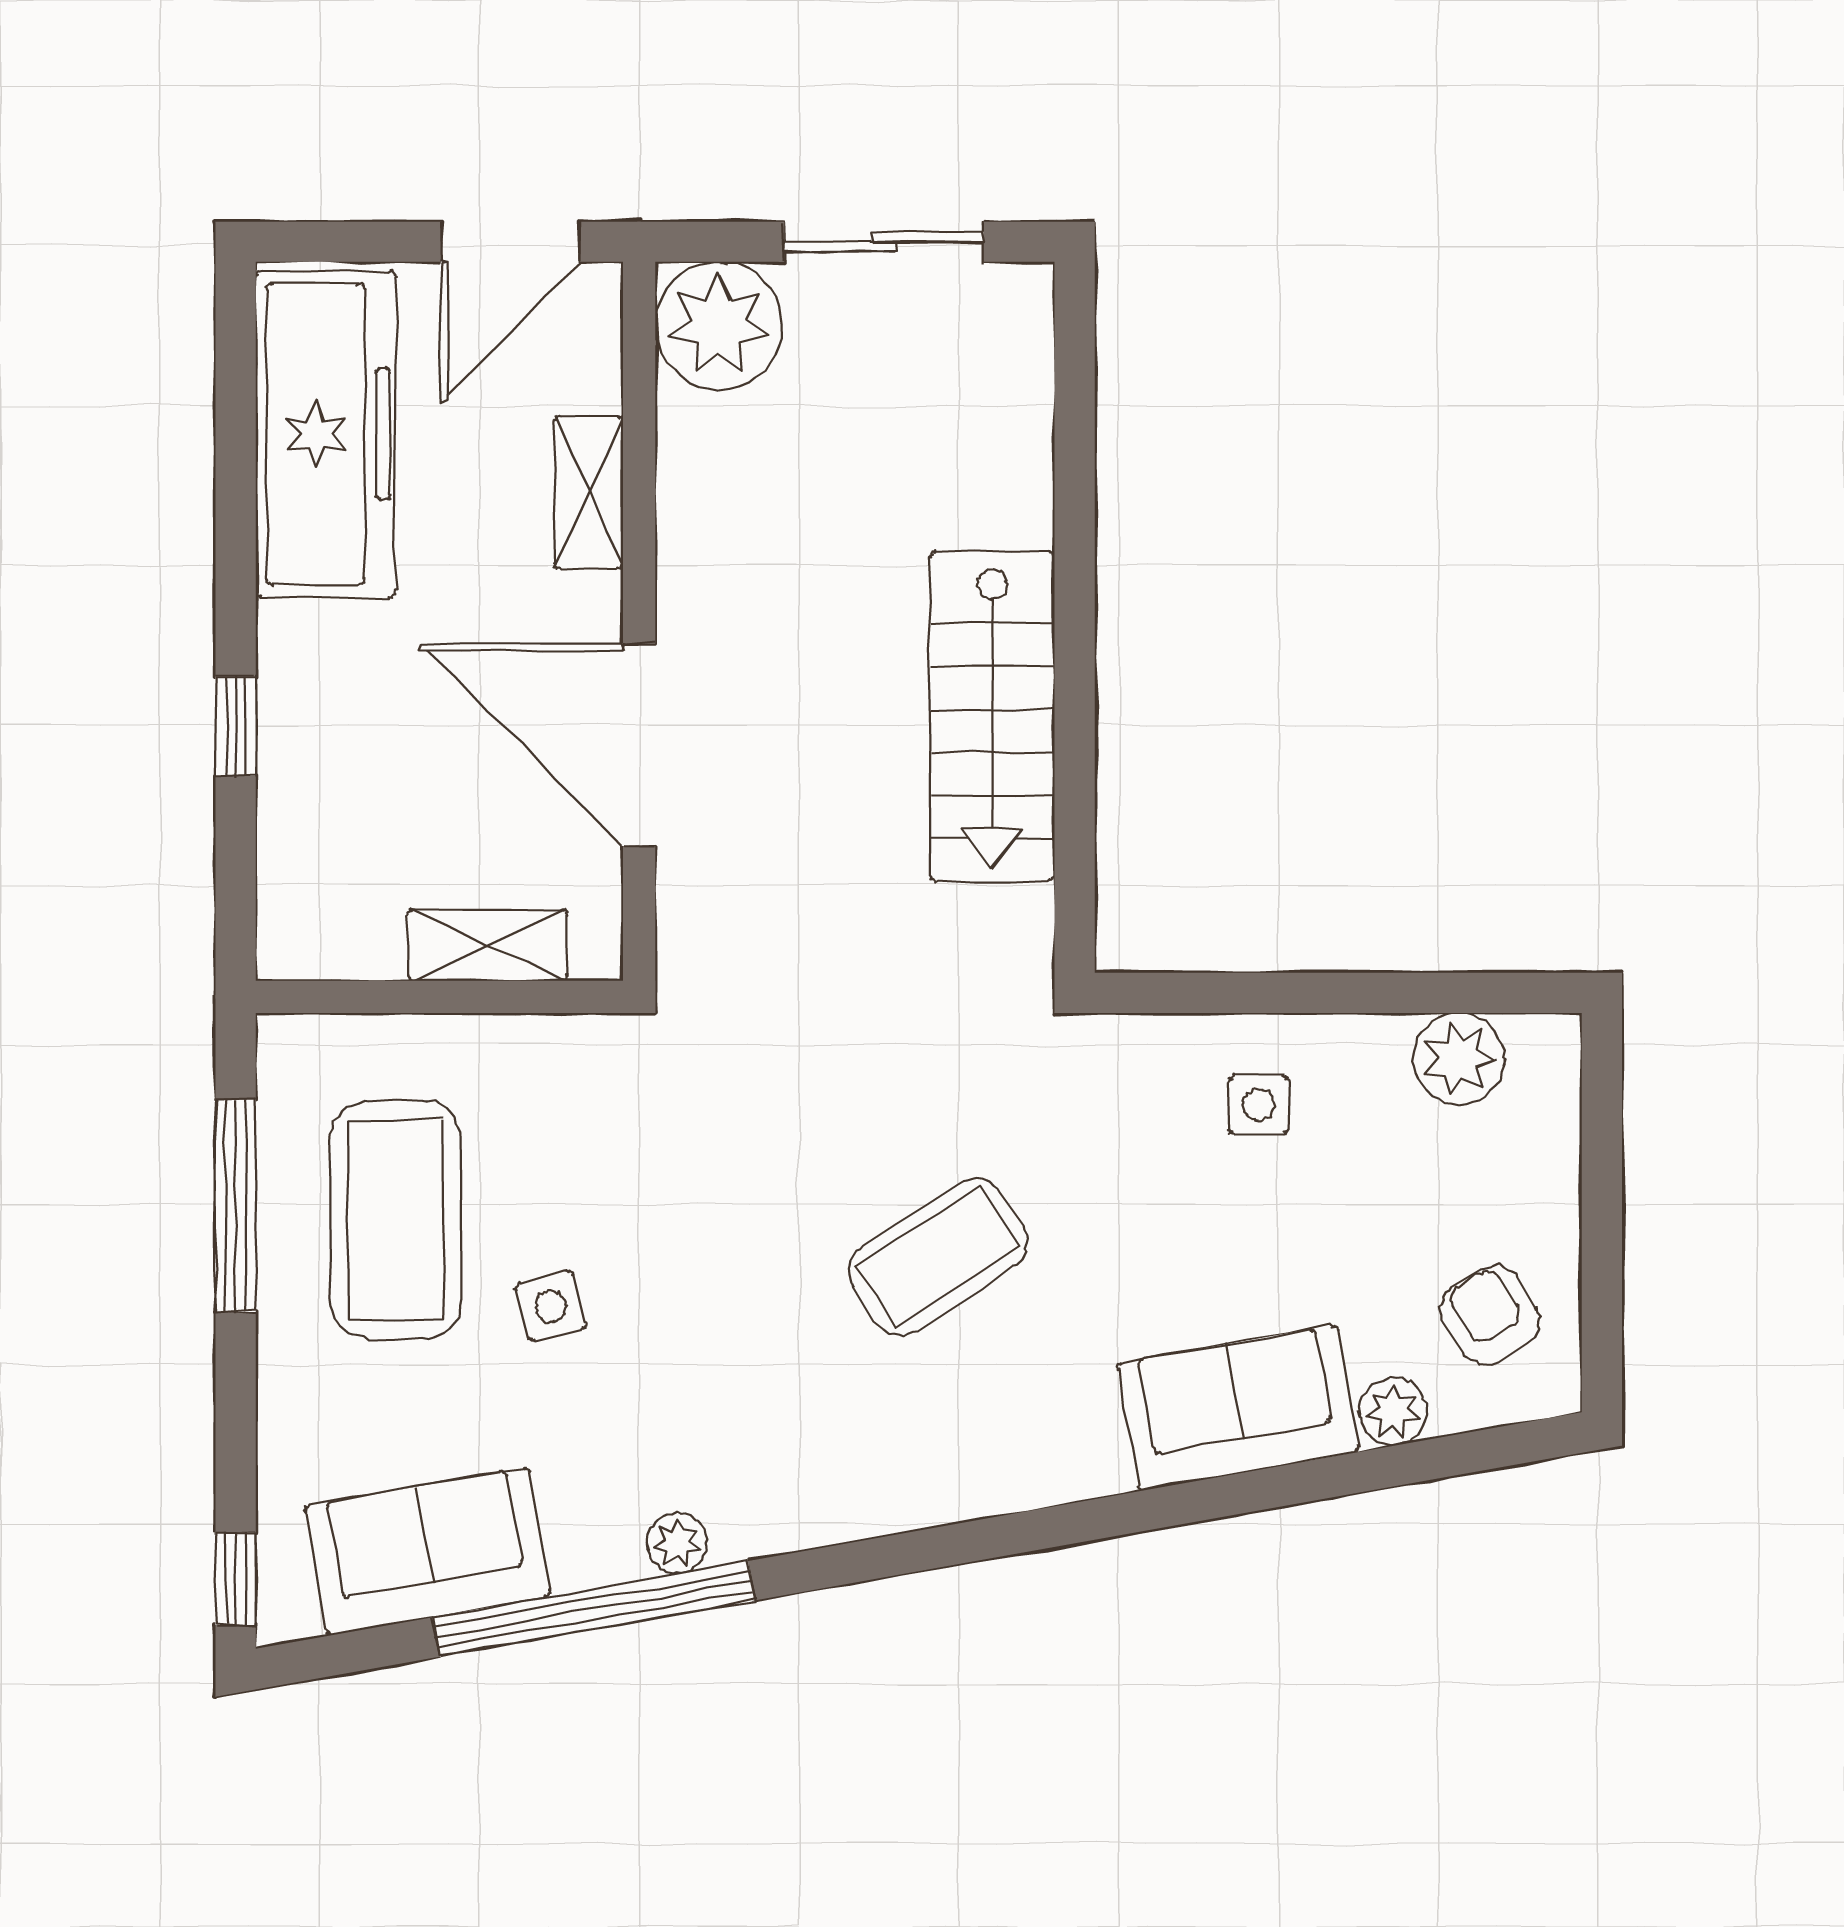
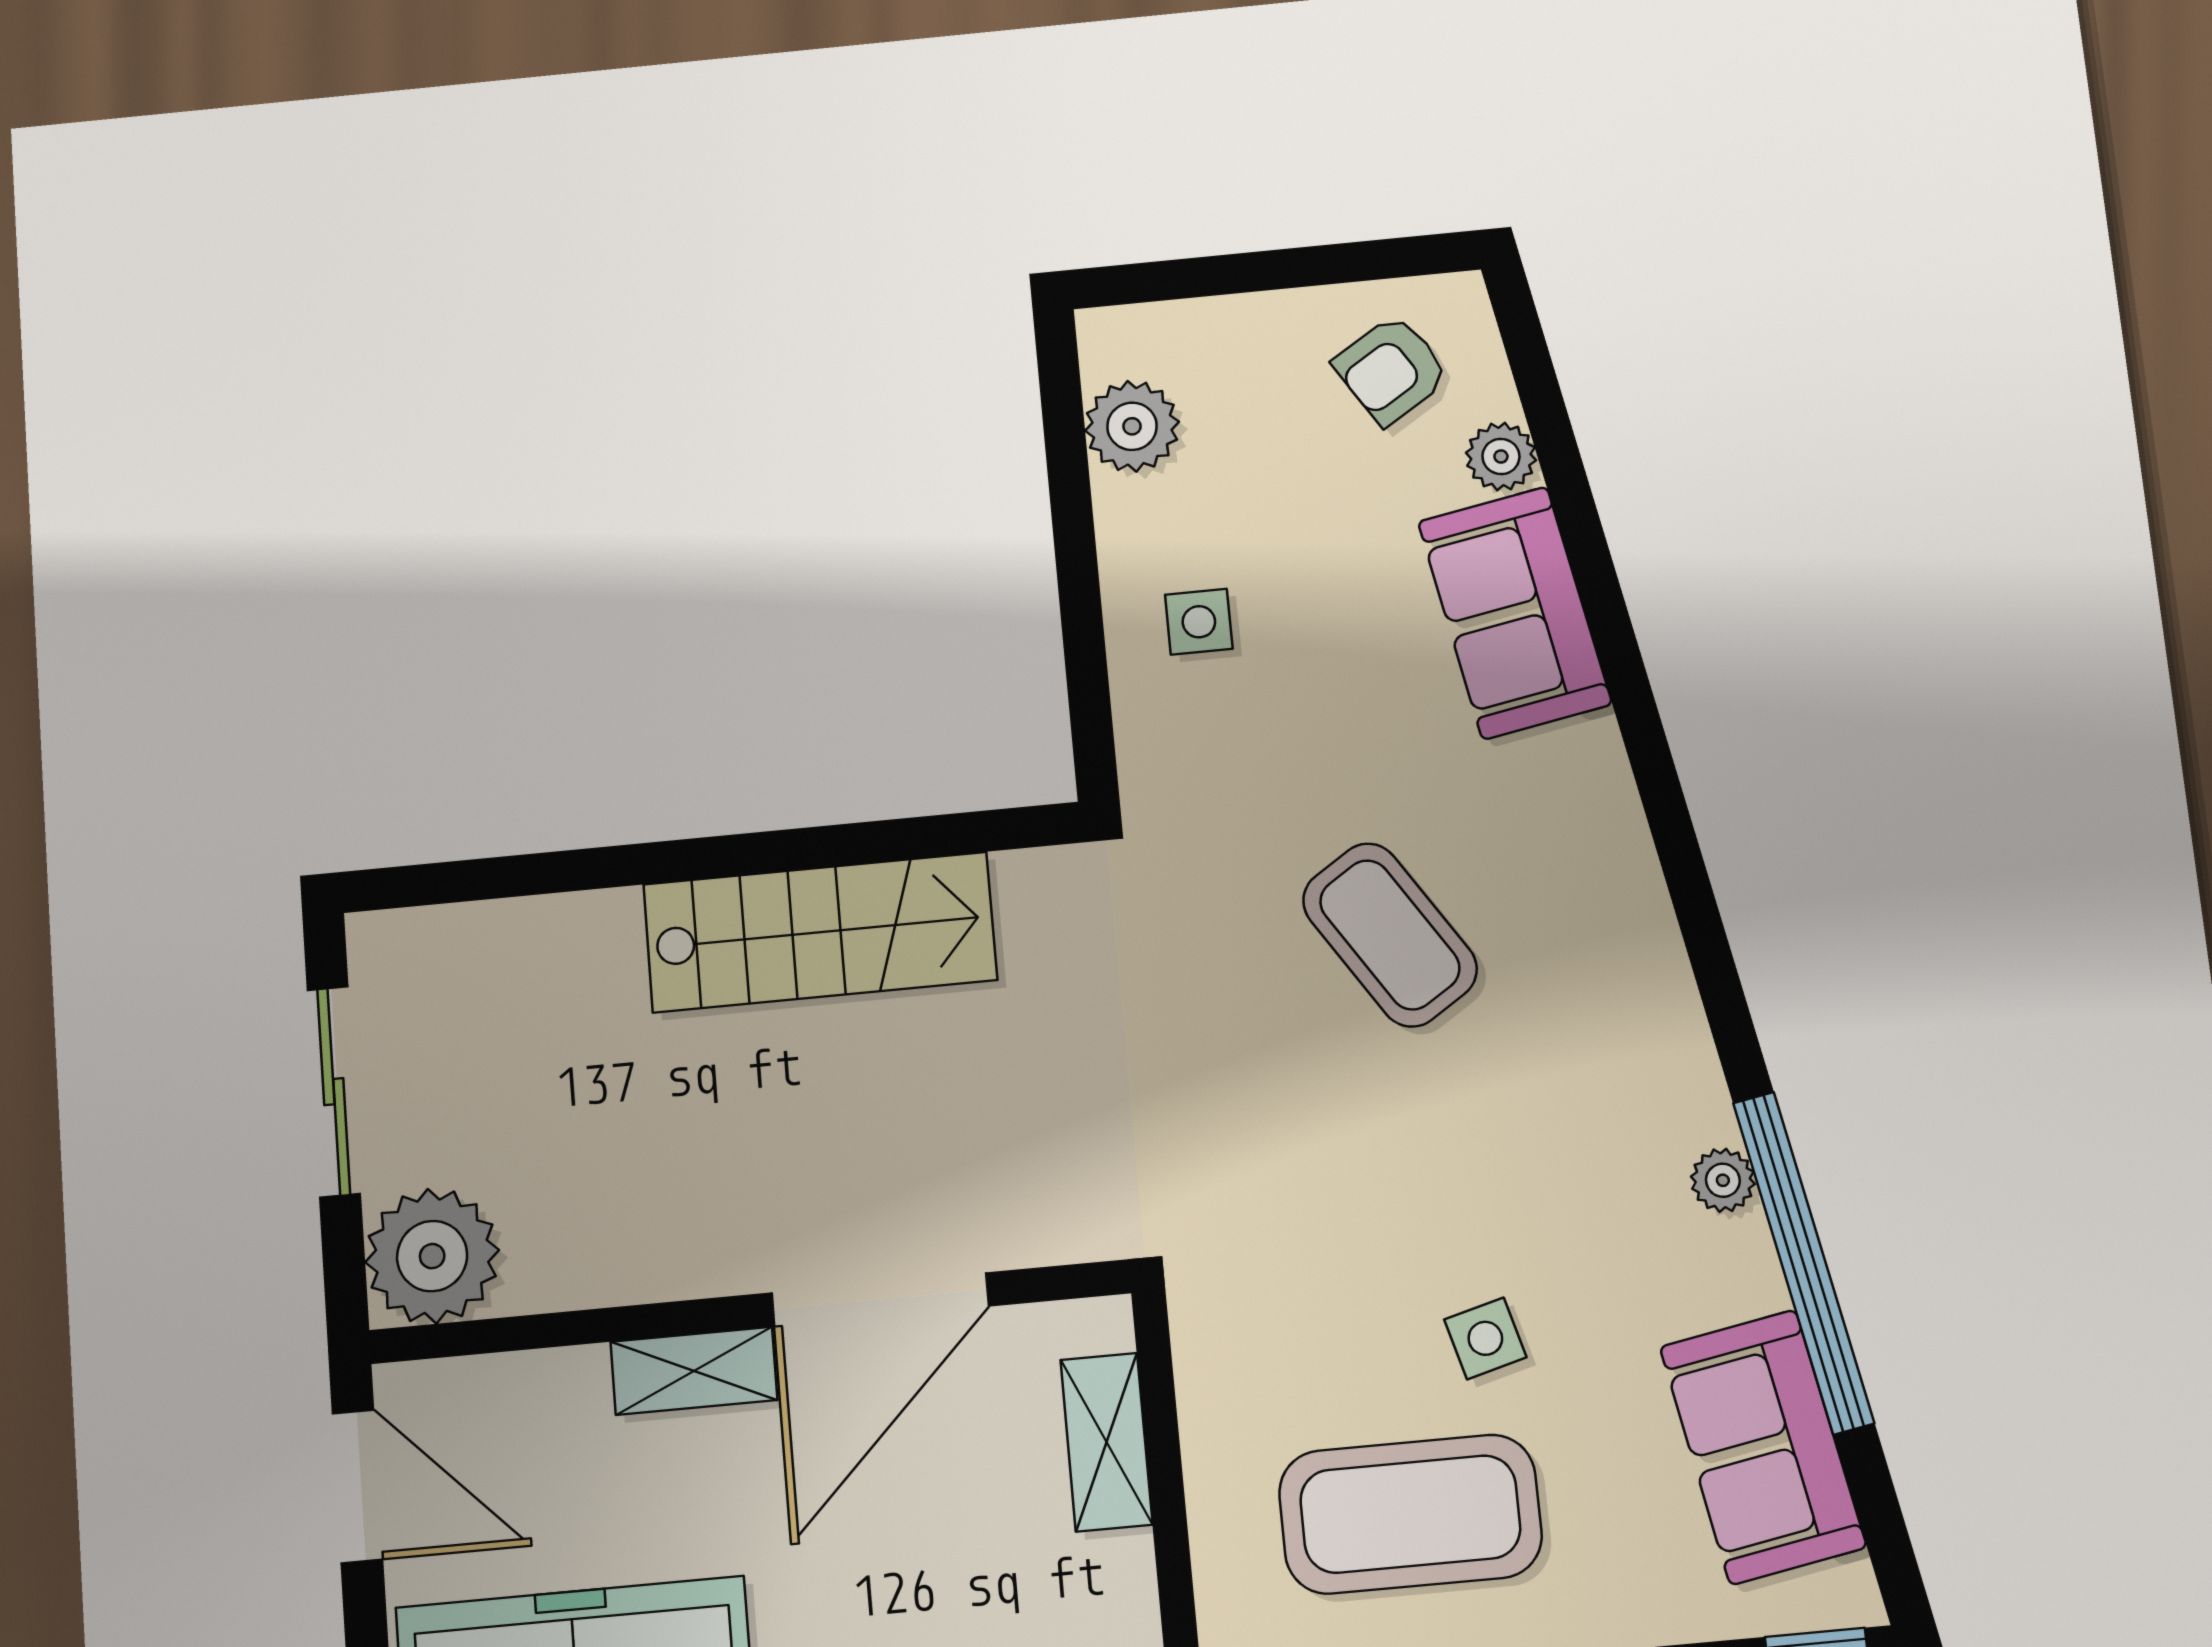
shelving: (589, 493) -> (694, 1371), moved

